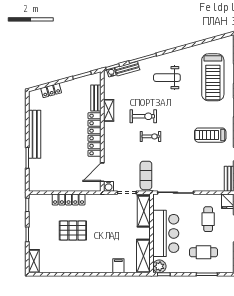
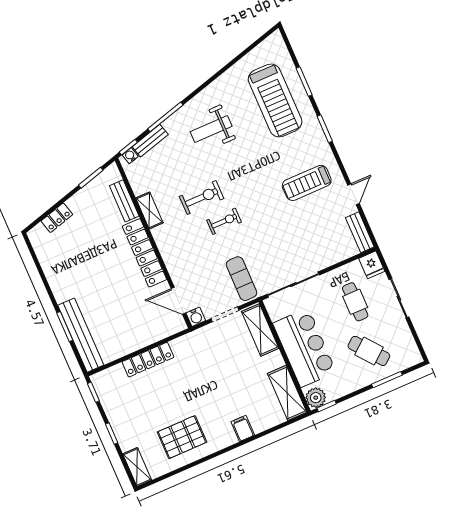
bench: (35, 134) -> (81, 335), moved
door: (102, 172) -> (178, 301), hinge flipped
pallet: (73, 230) -> (182, 437), moved
cafe table: (204, 252) -> (369, 351), turned 51
filing cabinet: (118, 266) -> (243, 428), moved

